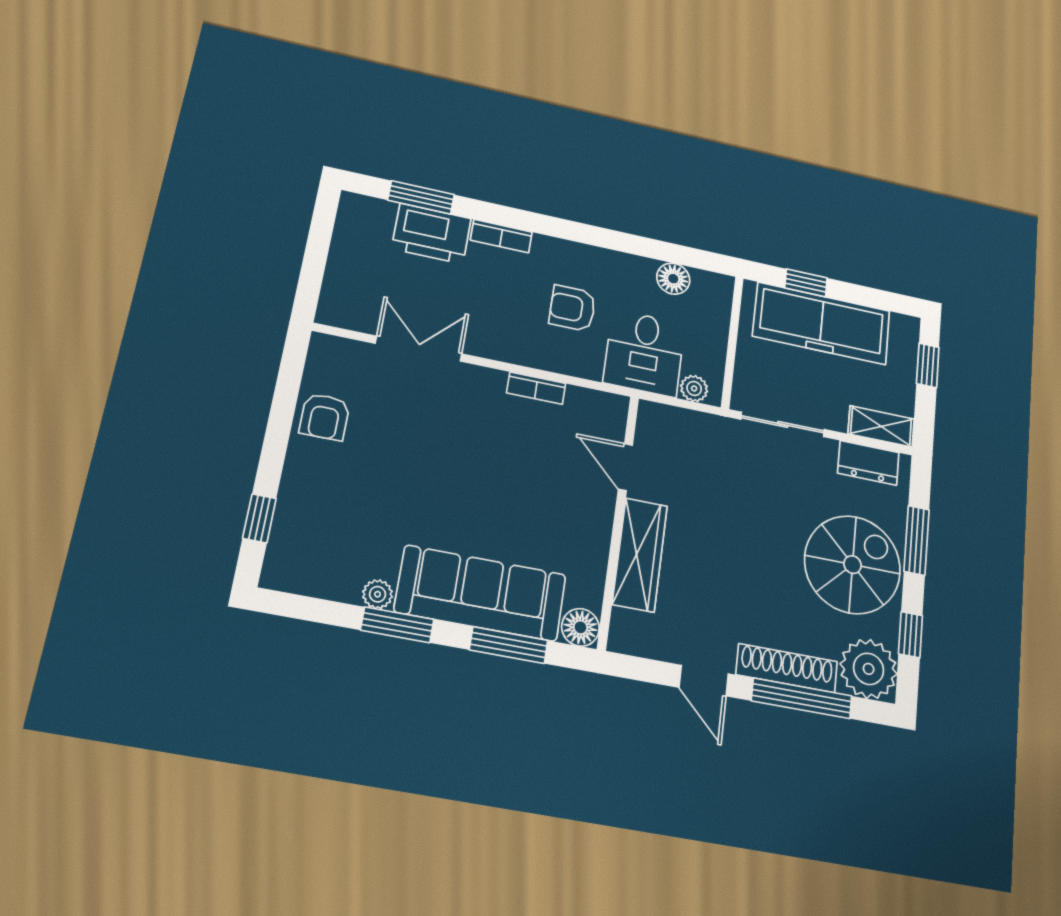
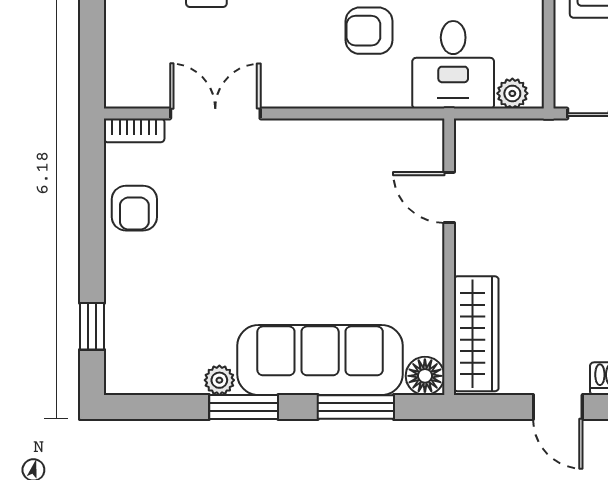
bookcase: (536, 388) -> (134, 130), moved
wardrobe: (640, 555) -> (476, 334), moved

